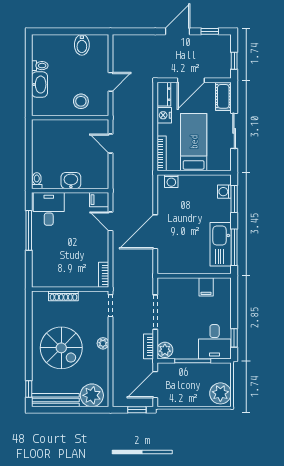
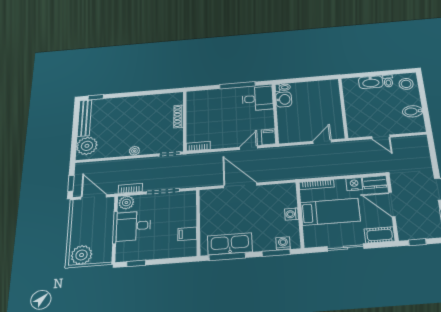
stool: (81, 101) -> (406, 84), moved
washbasin: (71, 181) -> (284, 99), moved
washing machine: (171, 181) -> (292, 214), moved
desk: (215, 342) -> (133, 226), moved
spiral stairs: (61, 348) -> (131, 119), removed

